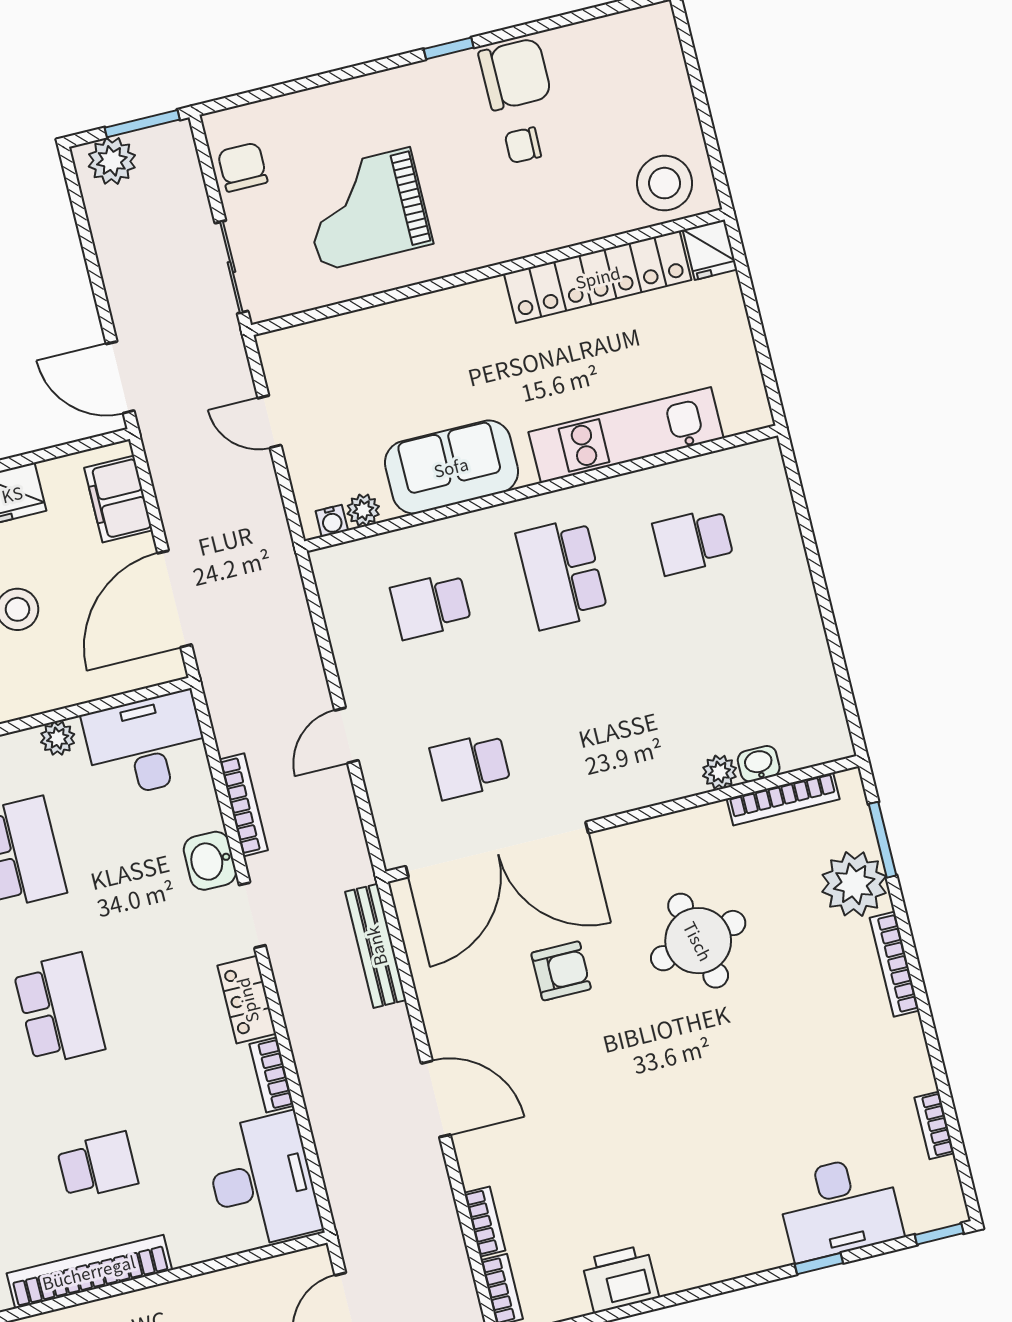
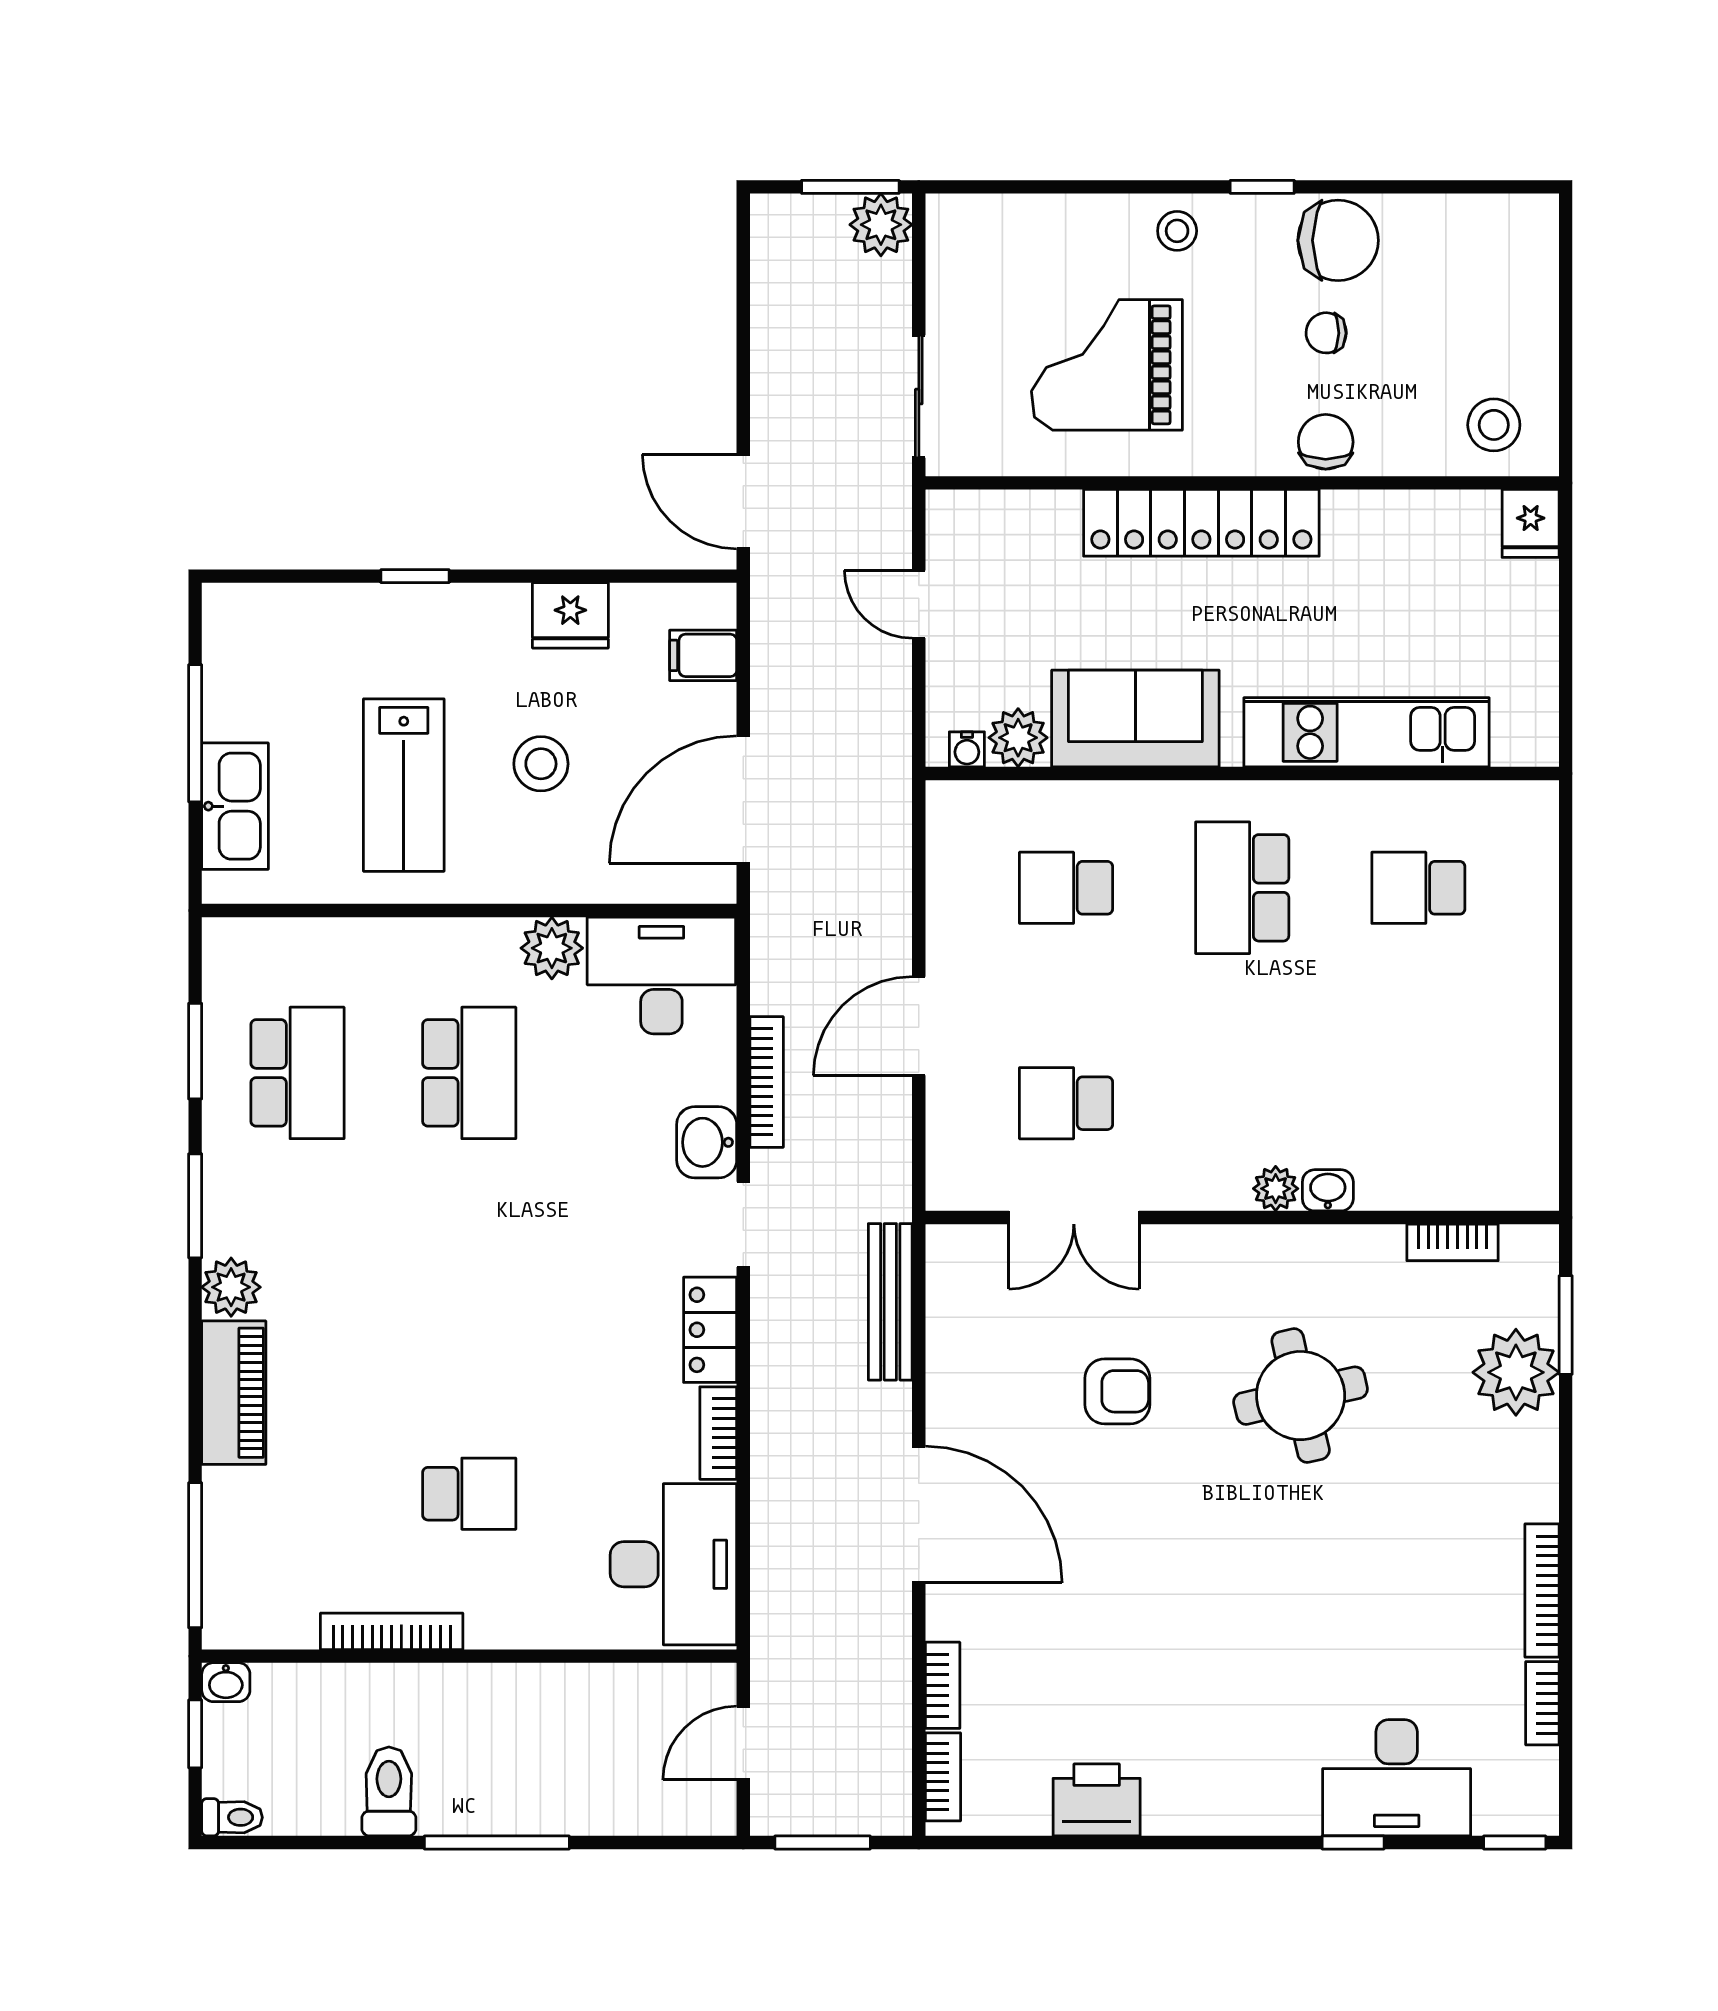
stool: (393, 97) -> (1177, 231), added
plant: (112, 161) -> (881, 225), moved
chair: (243, 167) -> (1326, 442), moved
stool: (665, 183) -> (1494, 425), width x0.73, depth x0.73
locker: (598, 277) -> (1201, 523), moved
filing cabinet: (118, 499) -> (703, 655), width x0.50
plant: (363, 510) -> (1018, 738), width x1.38, depth x1.38
door: (346, 735) -> (919, 1026), width x1.38
plant: (58, 738) -> (552, 948), width x1.38, depth x1.38
washbasin: (759, 764) -> (1328, 1190), moved
plant: (719, 772) -> (1276, 1189), moved
bookcase: (783, 799) -> (1452, 1242), width x0.64
double door: (497, 850) -> (1074, 1218), width x0.54
bookcase: (894, 964) -> (1542, 1590), moved
school desk: (59, 1009) -> (469, 1283), removed
door: (436, 1099) -> (919, 1515), width x1.36
bookcase: (89, 1272) -> (392, 1631), width x0.68, depth x0.76

